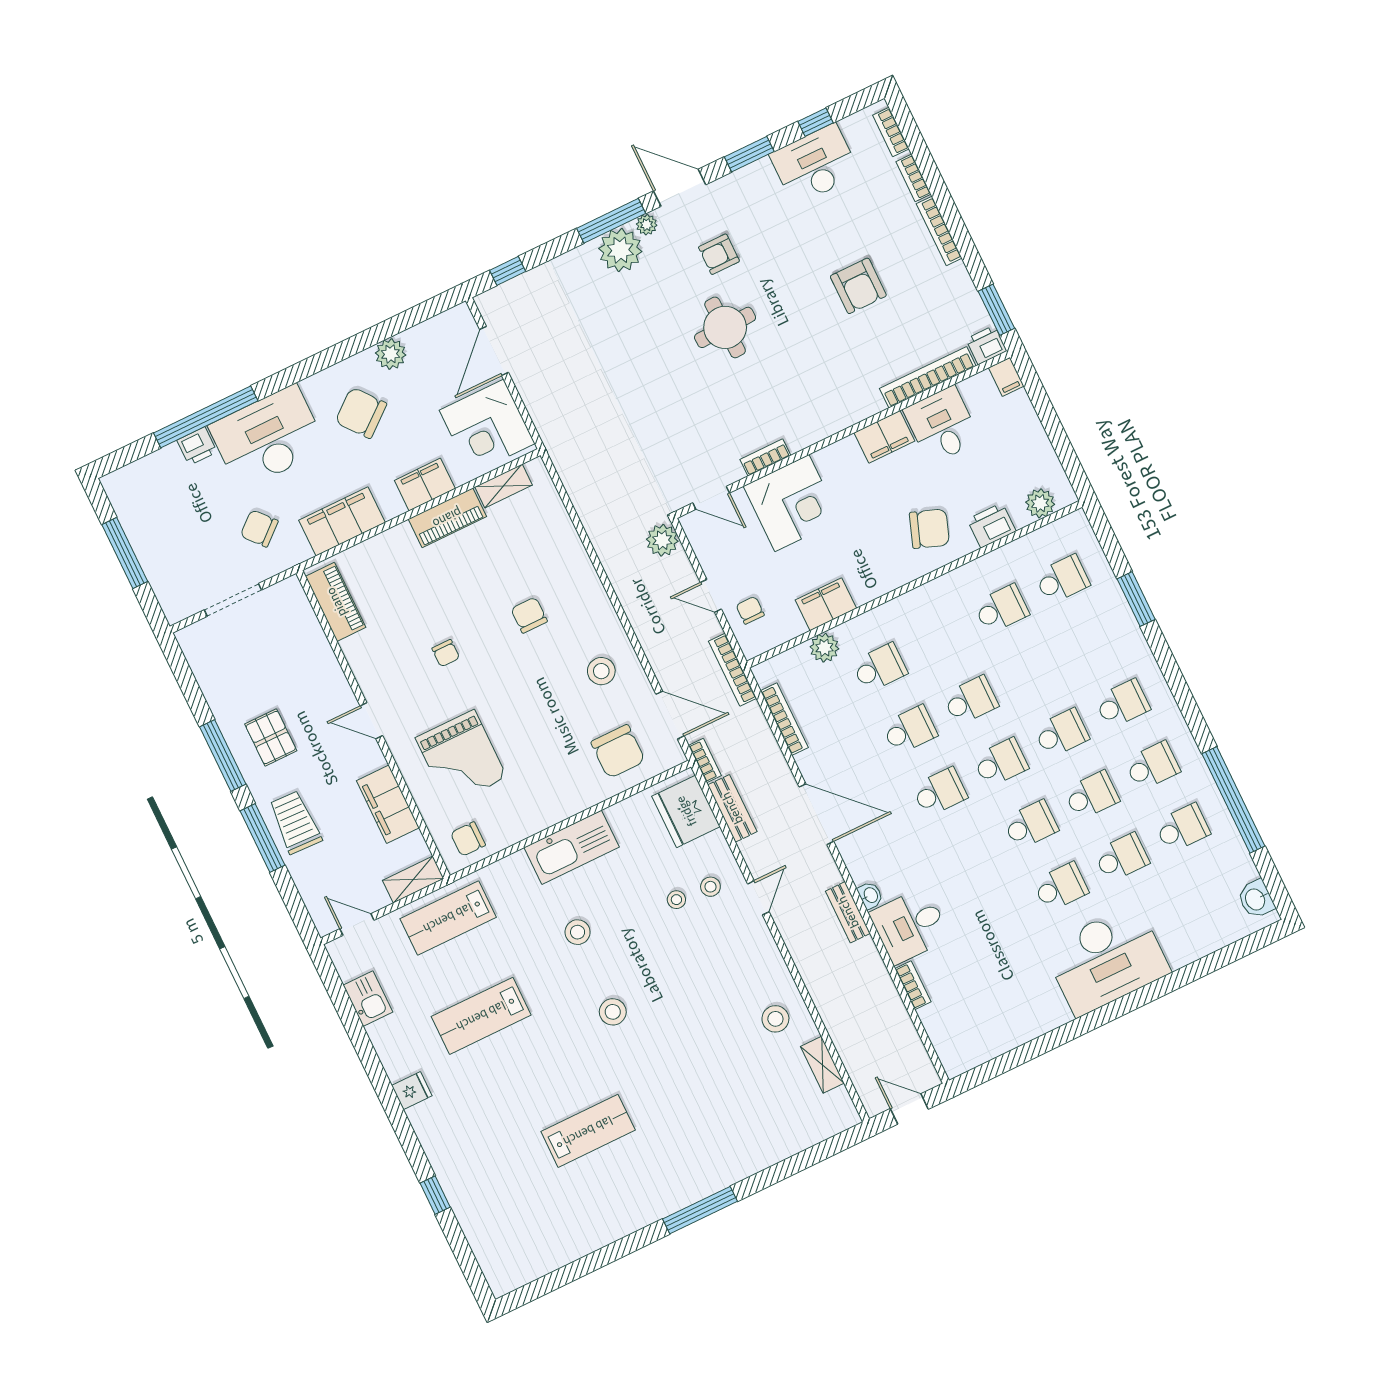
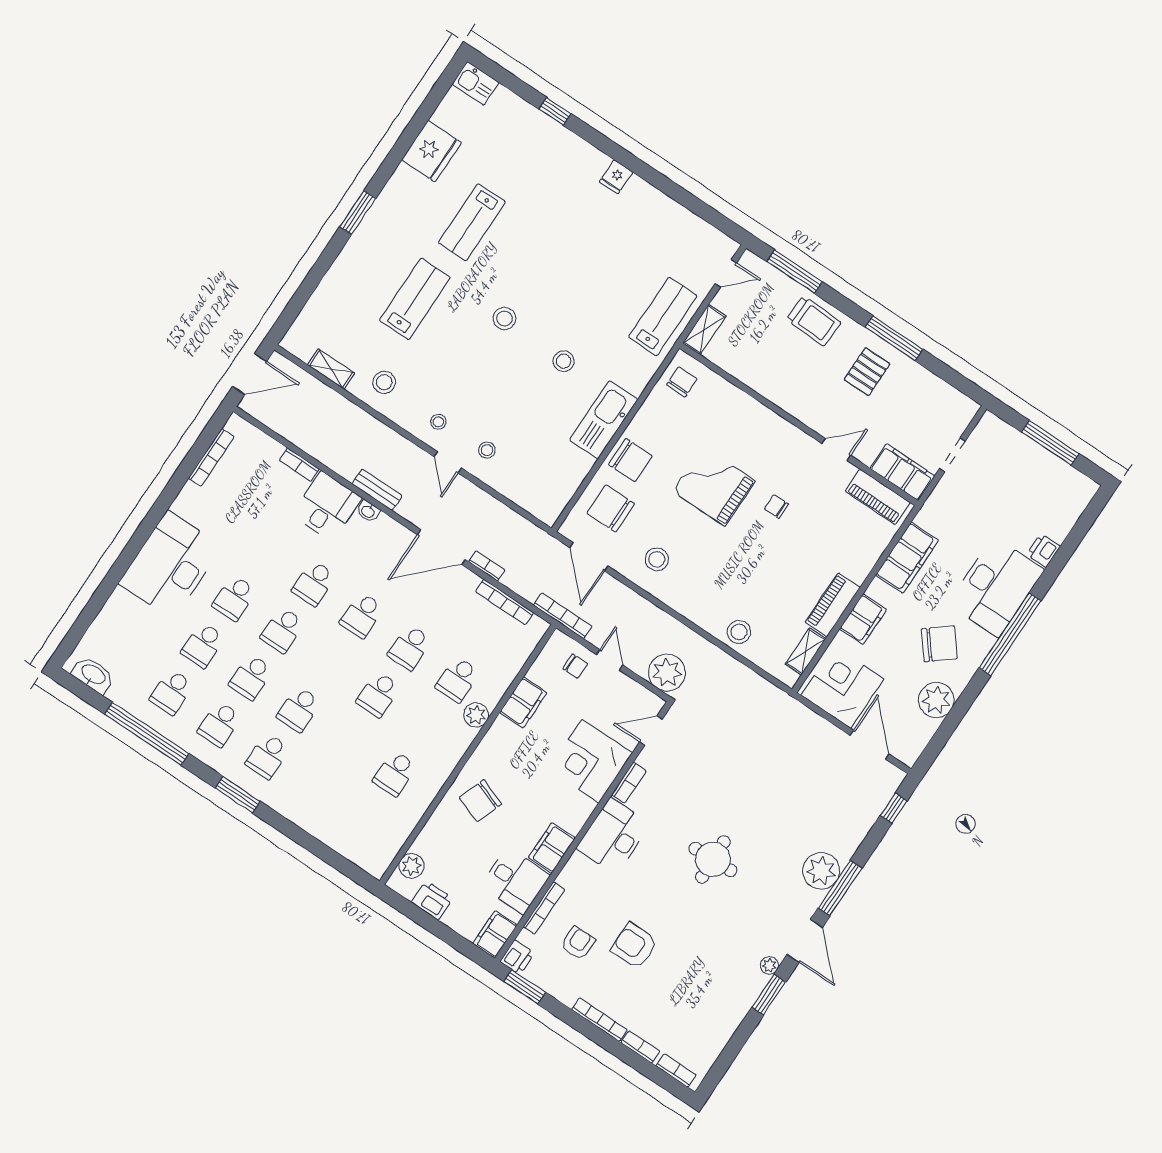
window: (815, 122) -> (735, 1046), removed
desk: (815, 164) -> (613, 836), moved, turned 180
door: (680, 188) -> (805, 941), hinge flipped
plant: (647, 225) -> (769, 965), moved
armchair: (719, 254) -> (578, 943), moved
plant: (391, 354) -> (936, 700), width x1.36, depth x1.36
bookcase: (928, 377) -> (544, 908), width x0.68, depth x0.76
filing cabinet: (1006, 377) -> (495, 934), width x2.00
window: (206, 417) -> (1010, 634), moved
printer: (992, 525) -> (432, 900), moved, turned -90
chair: (259, 528) -> (964, 518), removed
plant: (662, 540) -> (667, 673), width x1.36, depth x1.36
stool: (560, 546) -> (739, 632), added
school desk: (1062, 579) -> (363, 820), removed
door: (711, 596) -> (610, 660), hinge flipped
window: (1136, 599) -> (238, 795), moved
doorway: (233, 600) -> (952, 455), width x0.73
chair: (529, 615) -> (630, 460), moved, width x1.37, depth x1.37
plant: (824, 648) -> (476, 715), moved
door: (670, 715) -> (589, 557), hinge flipped
door: (371, 721) -> (836, 449), moved
pallet: (271, 737) -> (867, 372), turned 90
grand piano: (461, 758) -> (714, 486), moved
bookcase: (705, 761) -> (487, 566), moved, turned 180
school desk: (1001, 763) -> (314, 583), moved
filing cabinet: (388, 804) -> (902, 472), moved
bench: (732, 808) -> (504, 516), removed
fridge: (686, 811) -> (432, 151), moved, turned 90
window: (263, 838) -> (795, 272), moved
washbasin: (1256, 899) -> (93, 675), width x1.38
stool: (676, 900) -> (438, 422), moved
kitchen sink: (368, 999) -> (476, 83), moved
lab bench: (481, 1016) -> (415, 299), moved
bookcase: (999, 1046) -> (211, 458), added
door: (909, 1109) -> (250, 374), width x1.38
window: (700, 1210) -> (358, 212), width x0.69

